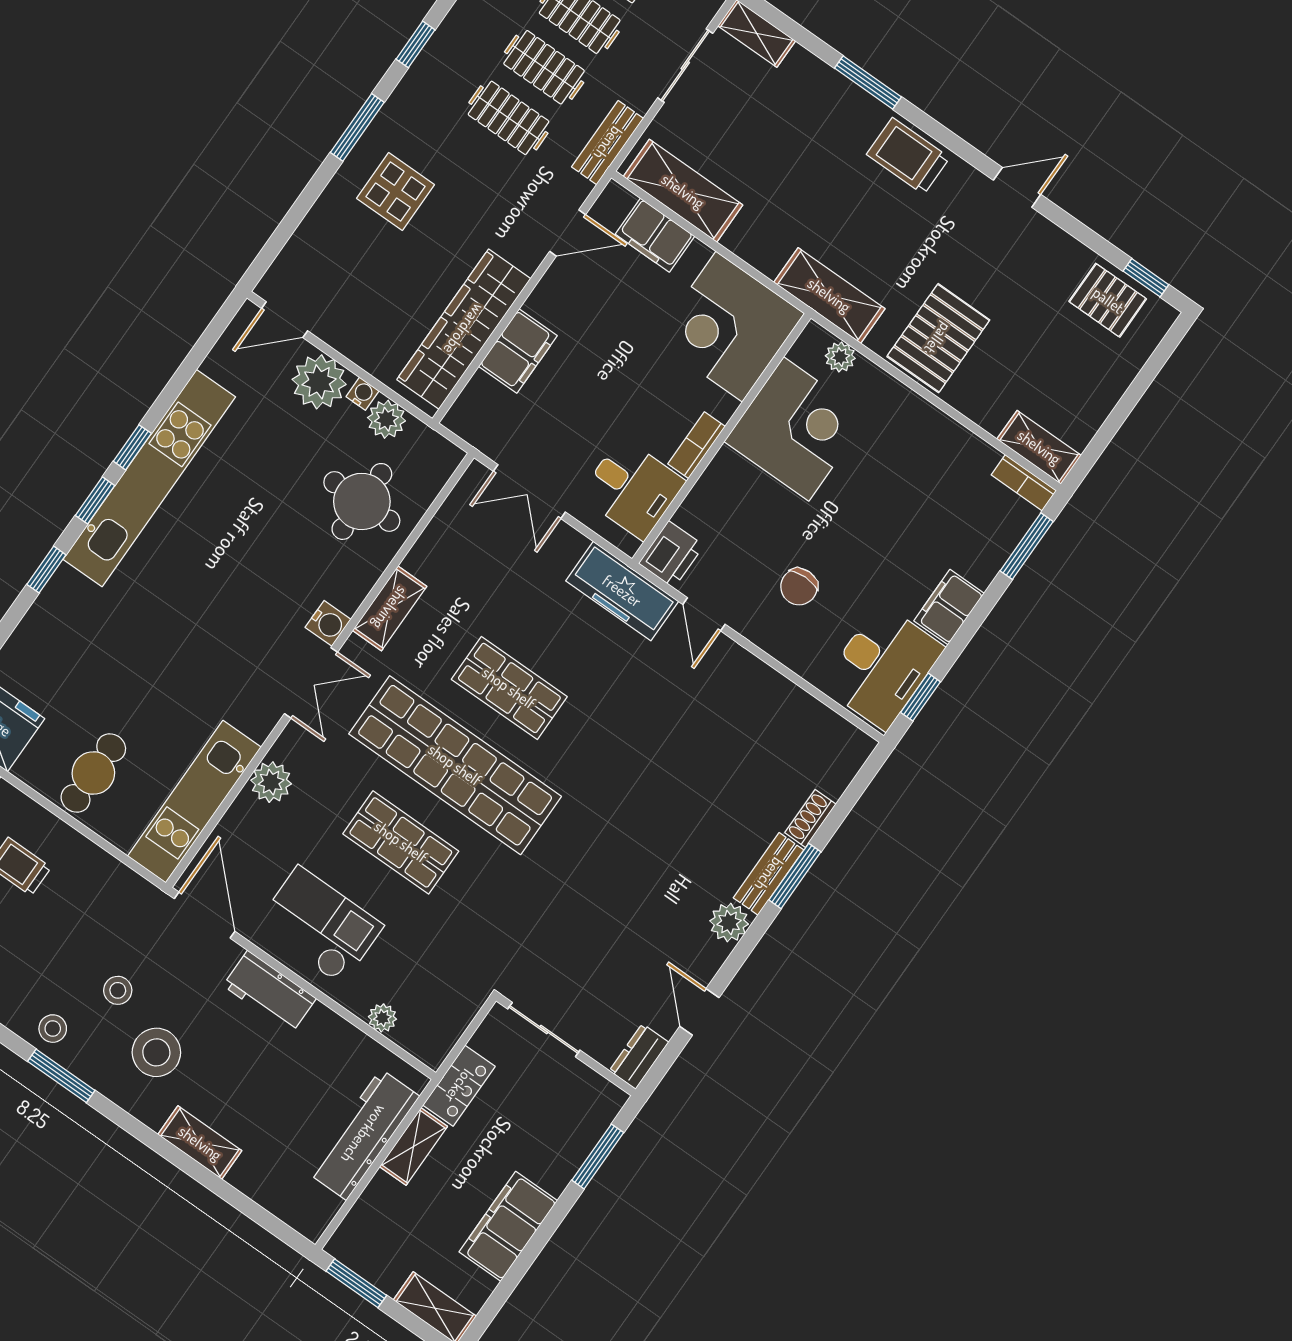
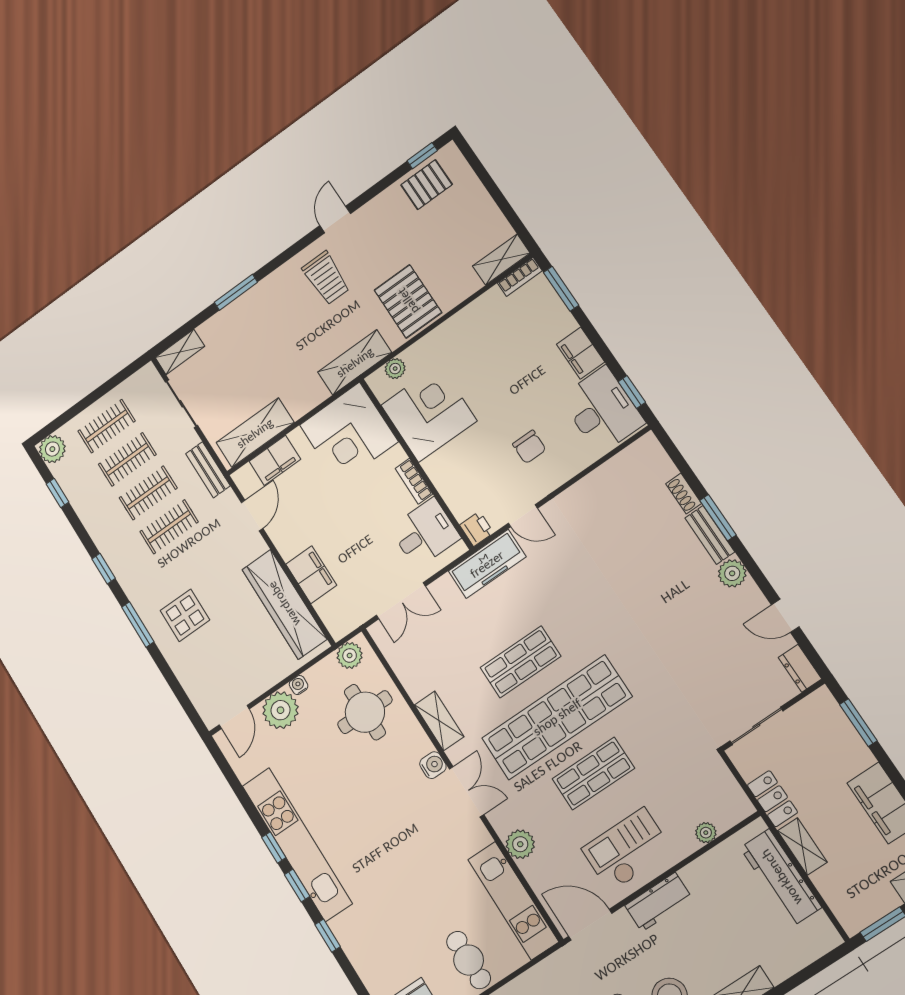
trolley: (908, 156) -> (326, 278), moved, turned -90
plant: (386, 419) -> (350, 655), moved
printer: (671, 554) -> (477, 529), width x0.73, depth x0.81

